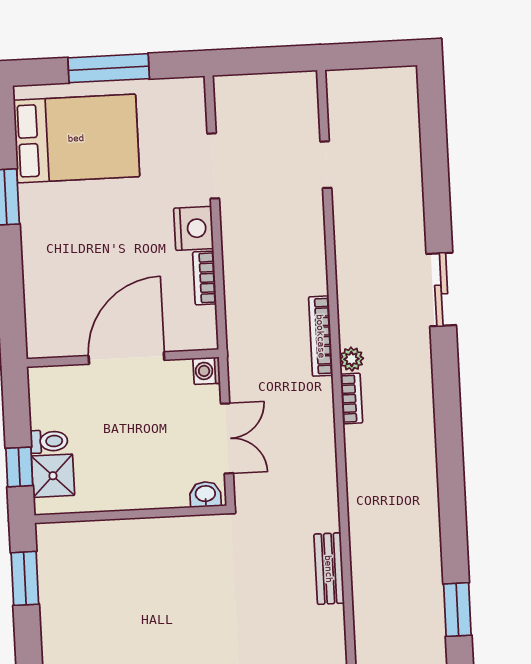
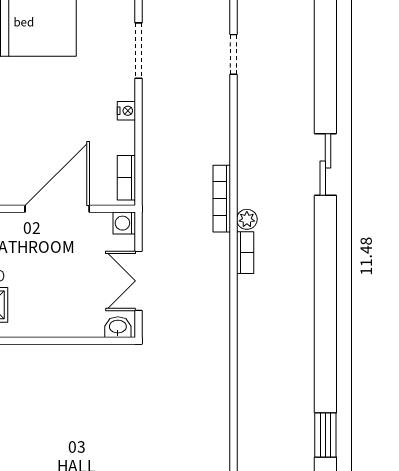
nightstand: (194, 228) -> (126, 111), width x0.53, depth x0.56
bookcase: (205, 278) -> (126, 178), moved
double door: (227, 438) -> (138, 281), swing flipped
bench: (329, 569) -> (219, 395), removed

